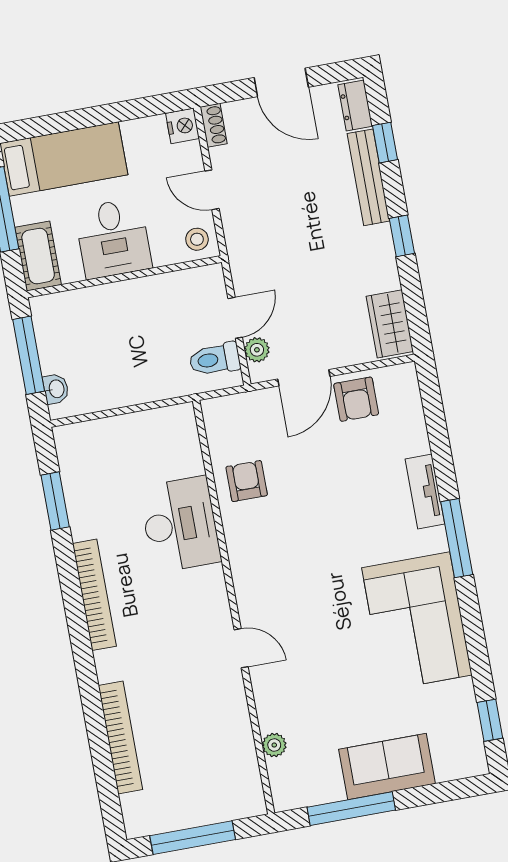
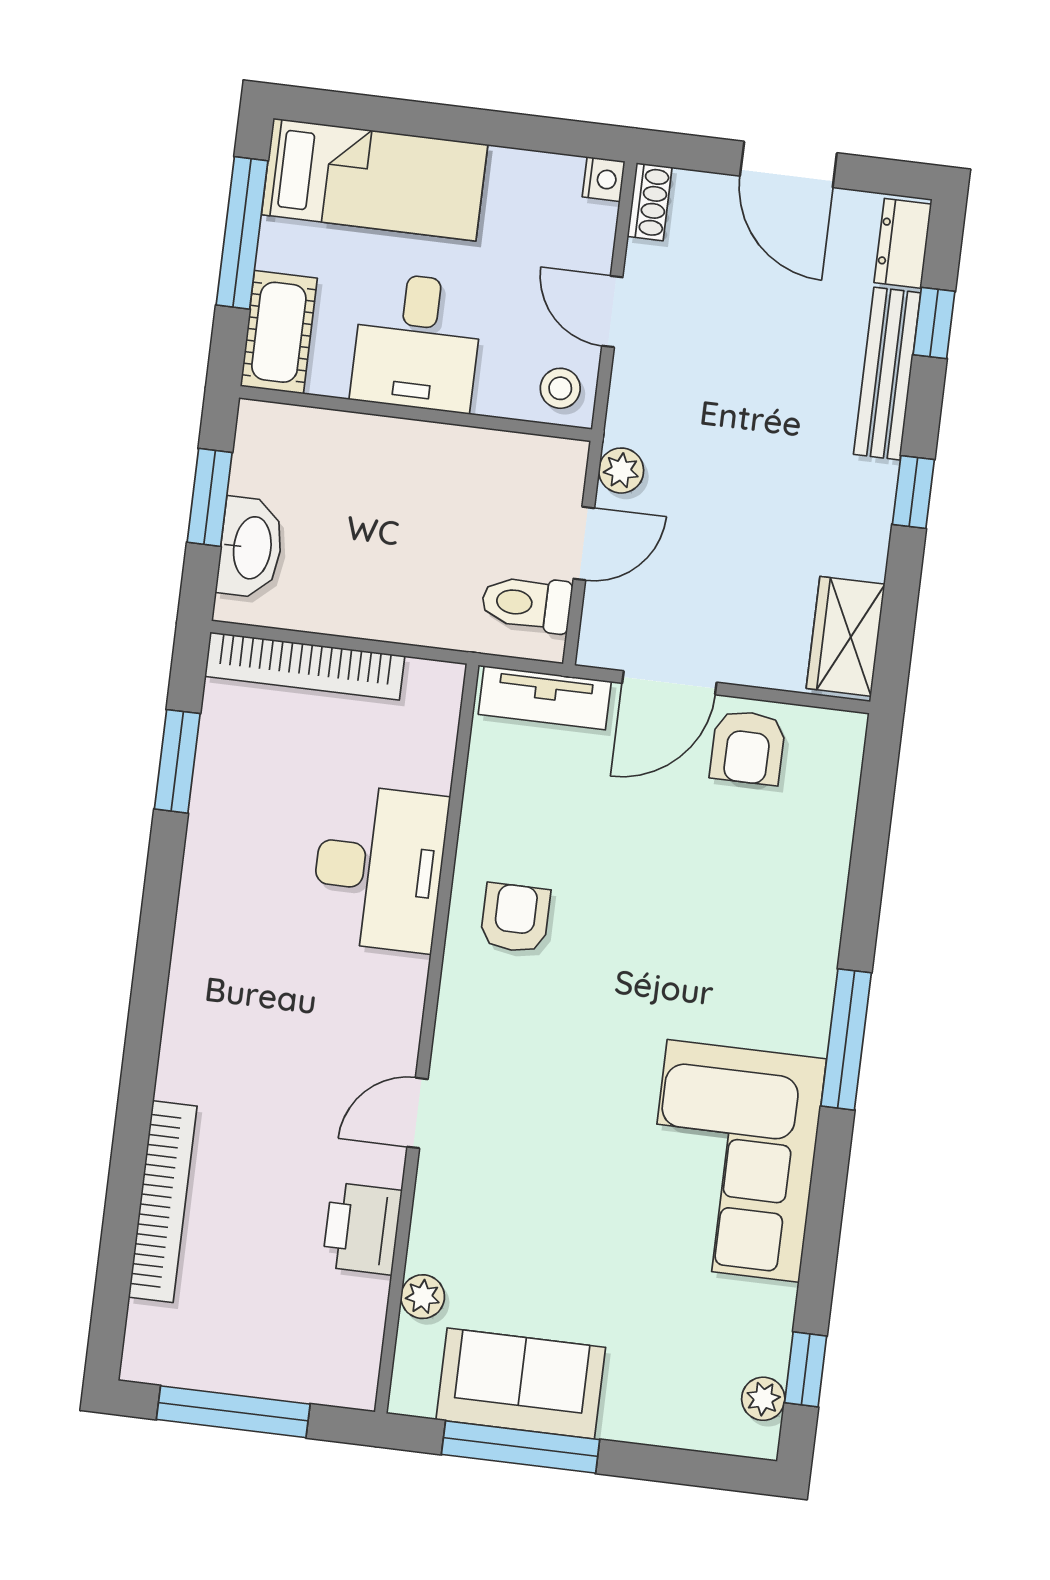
nightstand: (182, 126) -> (604, 179), width x0.72, depth x0.74
plant: (257, 350) -> (621, 471), moved
window: (29, 355) -> (210, 497), width x0.69
washbasin: (56, 389) -> (251, 548), width x1.91, depth x1.45
armchair: (247, 481) -> (515, 918), moved
tv unit: (425, 492) -> (545, 698), moved, turned -90
bookcase: (94, 595) -> (305, 666), moved, turned 90
door: (241, 648) -> (418, 1113), swing flipped
printer: (231, 719) -> (362, 1229), added
plant: (472, 743) -> (763, 1399), added
sofa: (387, 767) -> (521, 1383), moved

